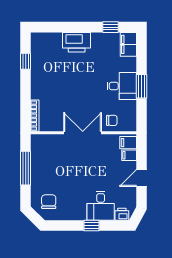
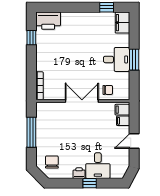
printer: (77, 42) -> (48, 21), moved
printer: (122, 214) -> (79, 173), moved

